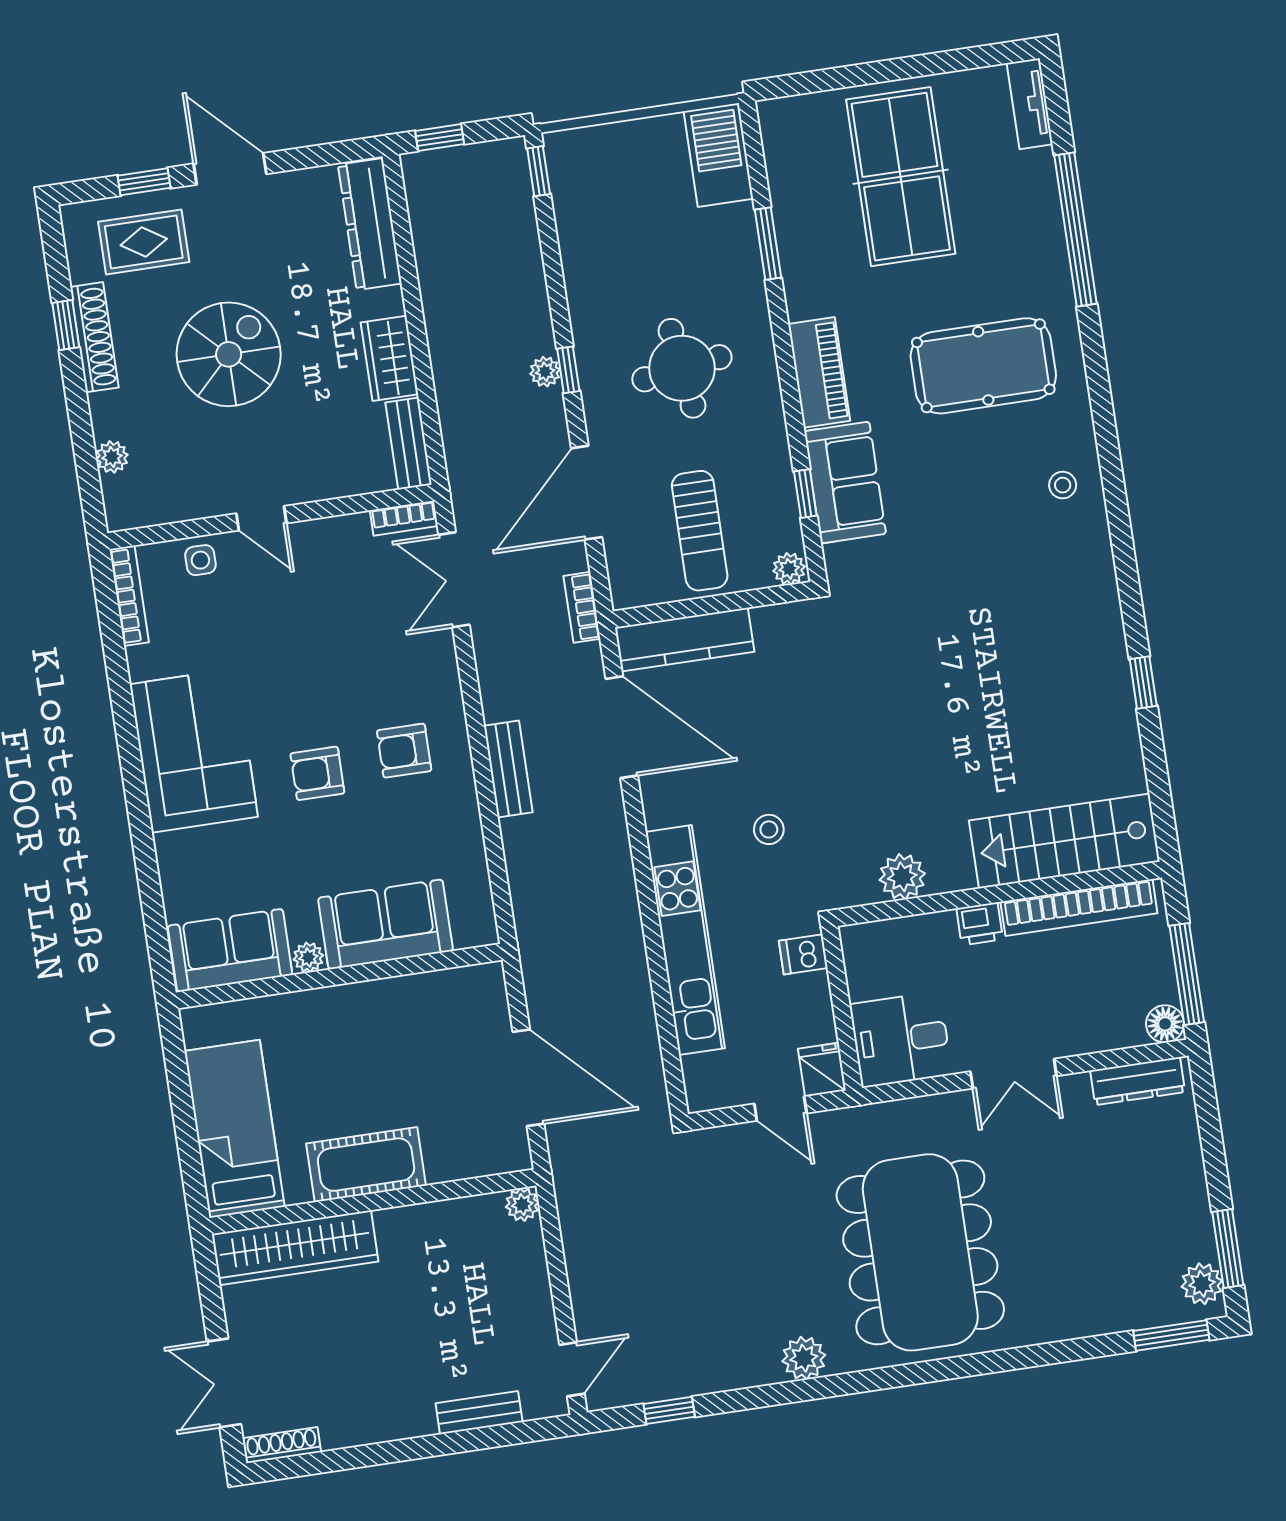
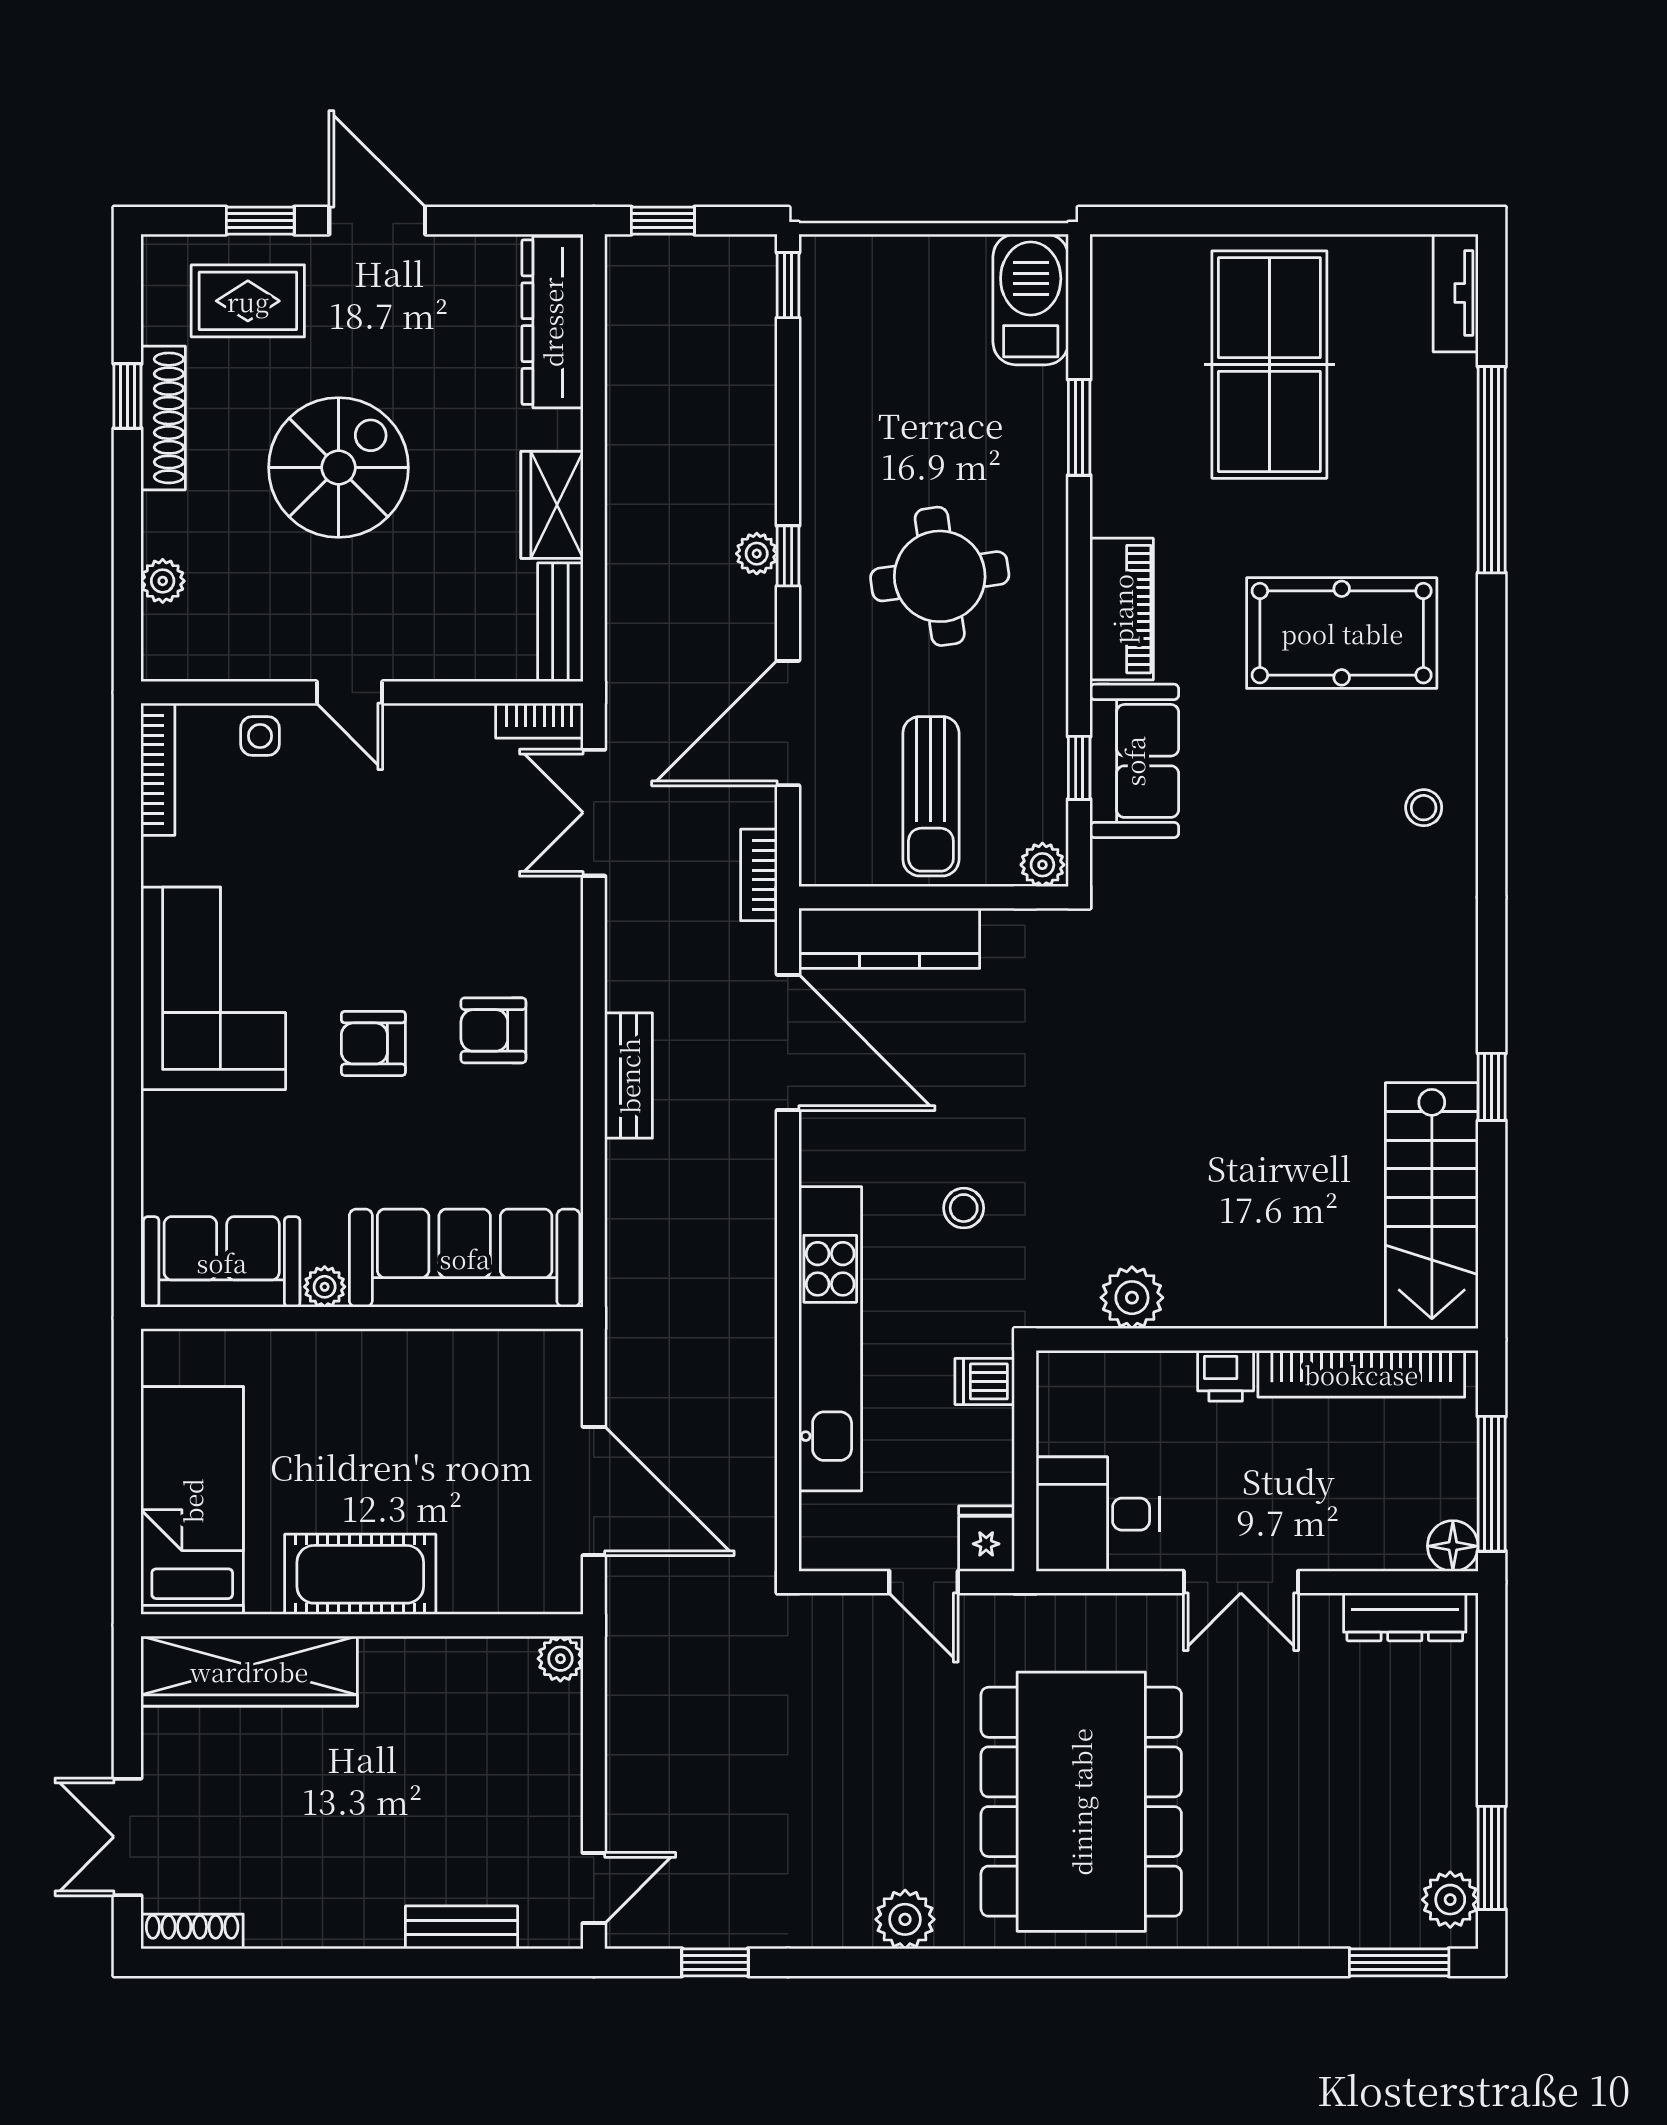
stairs: (1064, 841) -> (1432, 1206), moved, turned -90
sofa: (386, 924) -> (465, 1258), width x1.36

